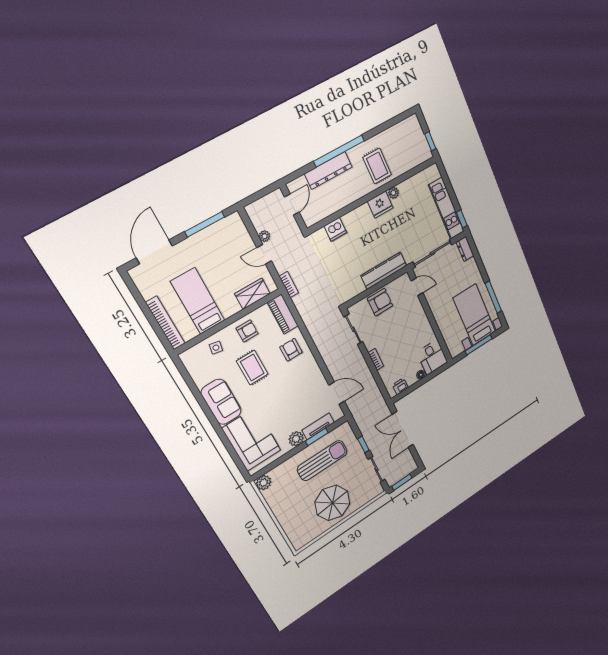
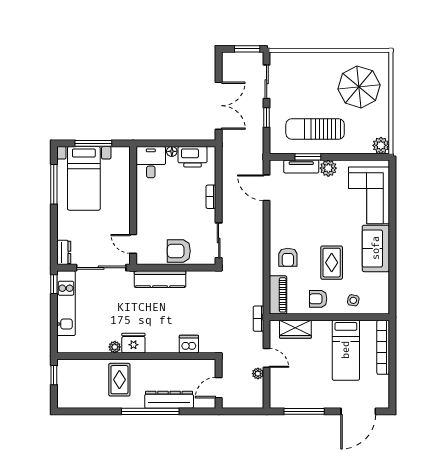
printer: (400, 386) -> (193, 157), width x1.87, depth x1.48
parasol: (332, 503) -> (359, 87), moved

